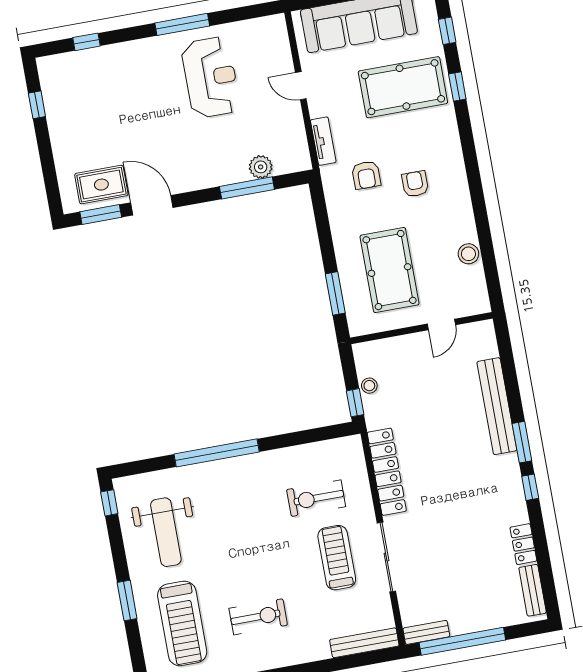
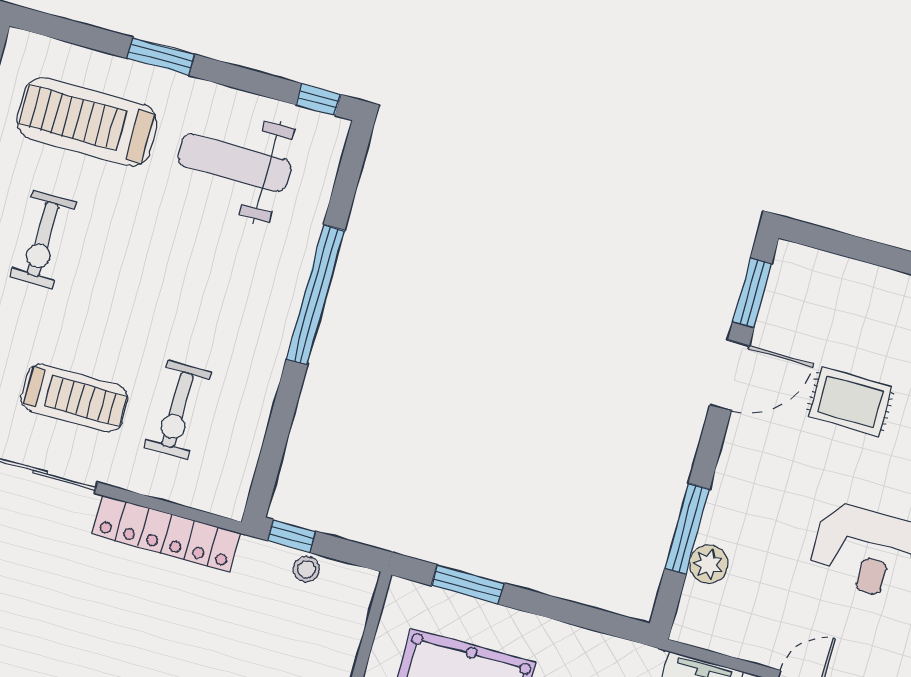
rug: (101, 185) -> (850, 402), moved, turned 90
exercise bike: (316, 498) -> (178, 410), turned 180

